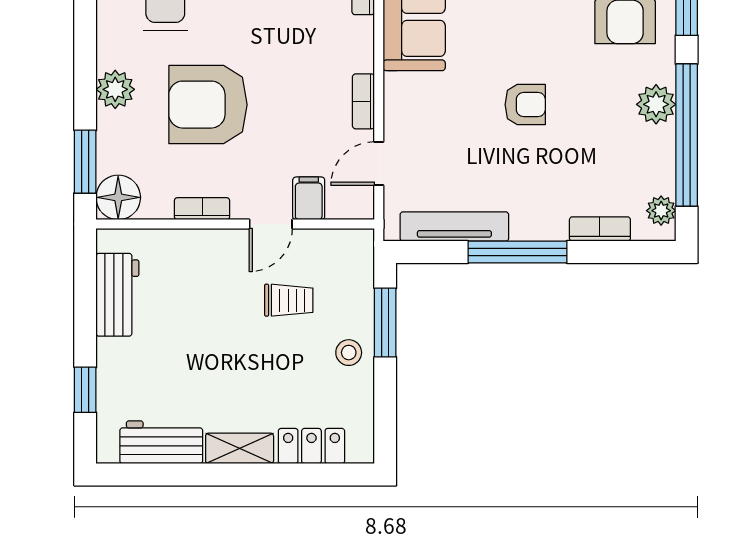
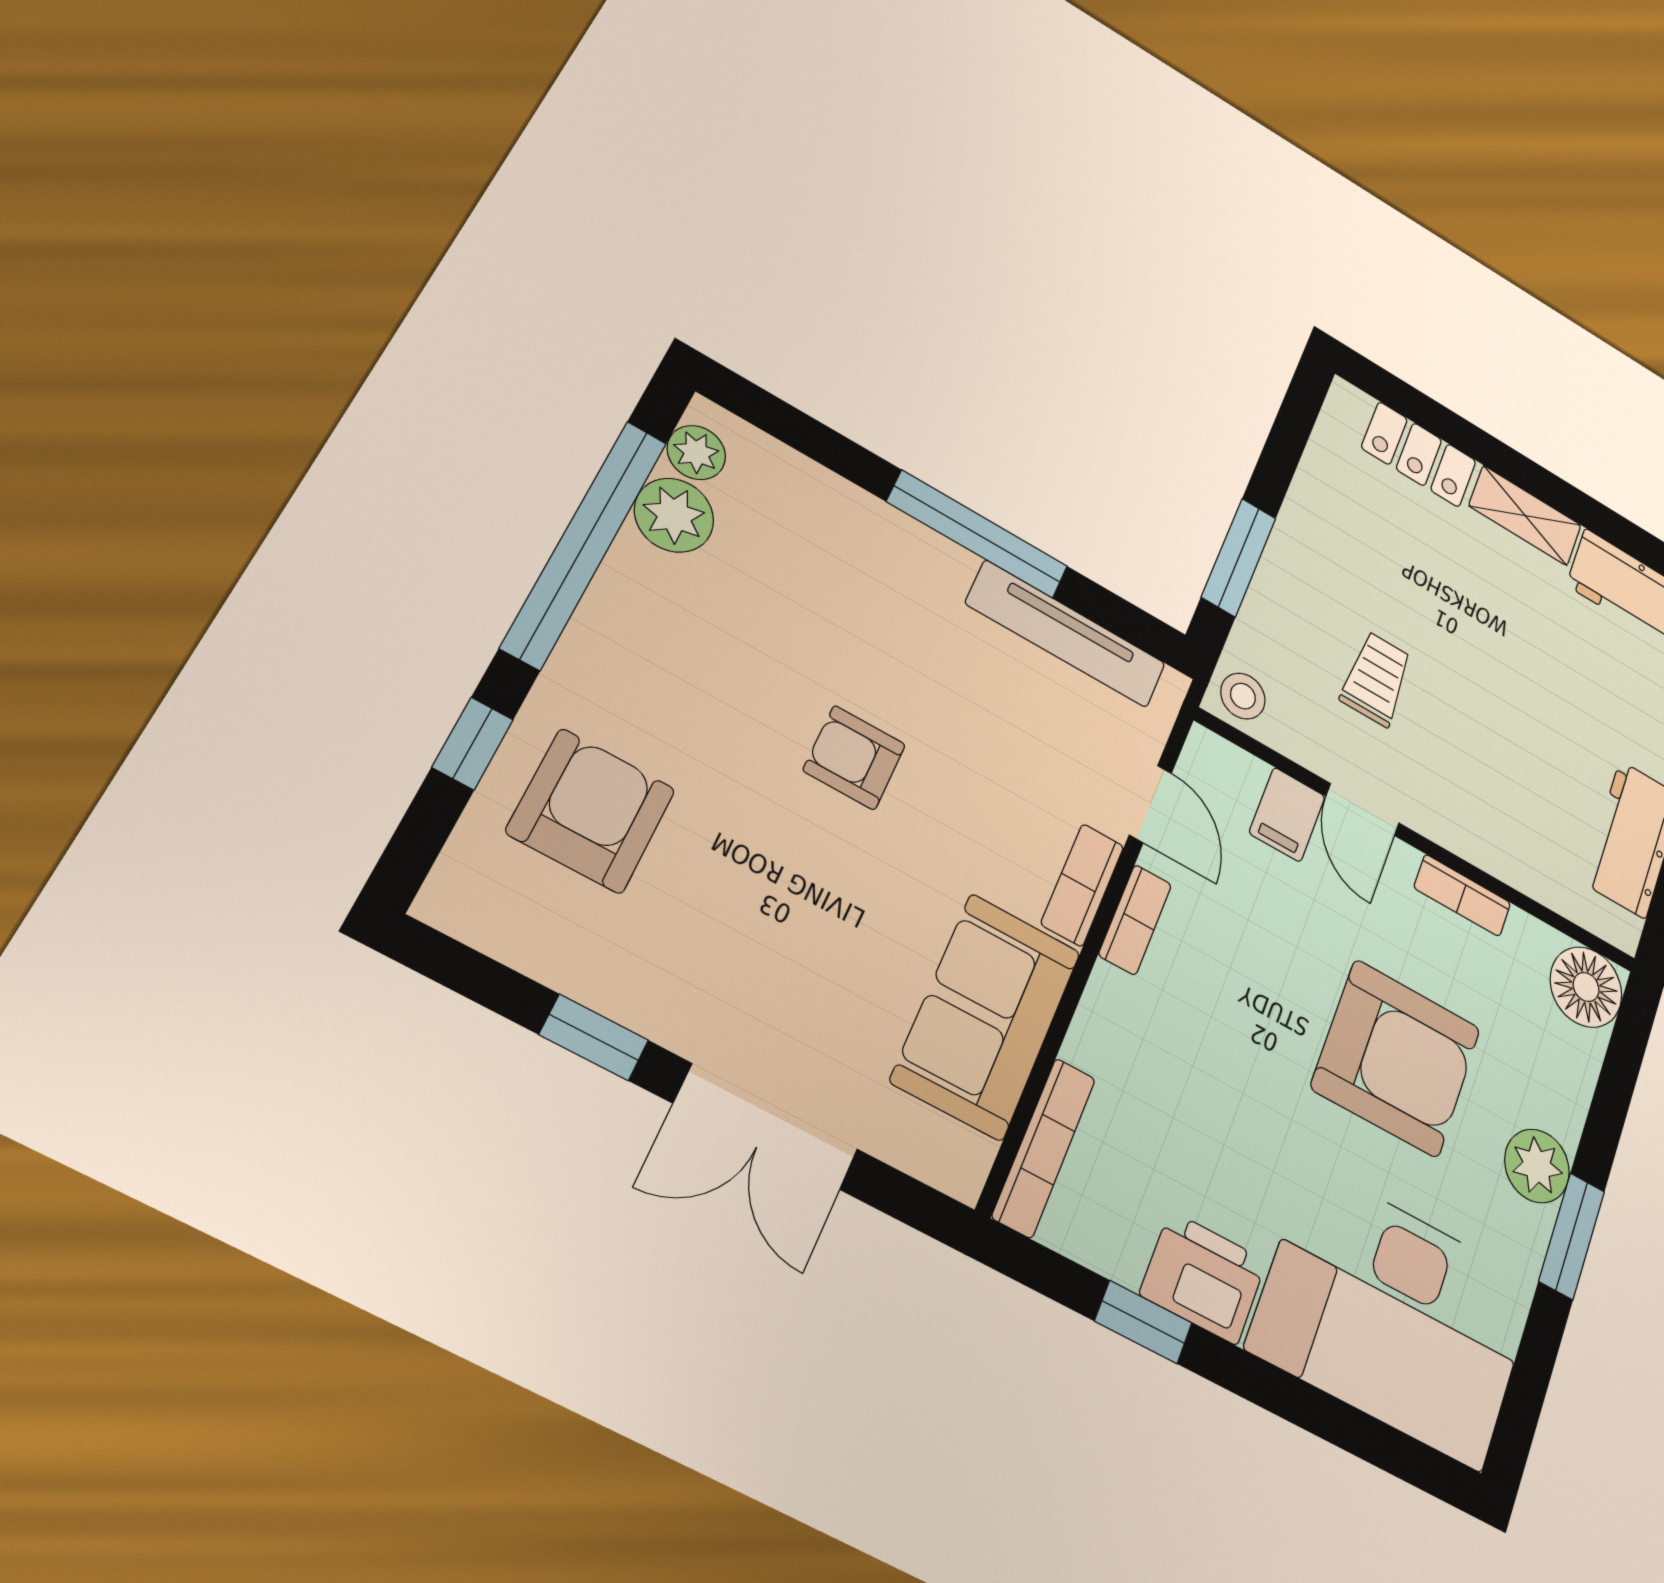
plant: (656, 104) -> (674, 515), moved
window: (85, 162) -> (1572, 1236), moved
door: (379, 164) -> (1150, 804), hinge flipped
door: (271, 224) -> (1363, 809), swing flipped
bookcase: (600, 229) -> (1082, 885), moved, turned 90
trolley: (289, 300) -> (1376, 679), turned 90
stool: (349, 353) -> (1243, 696), moved

